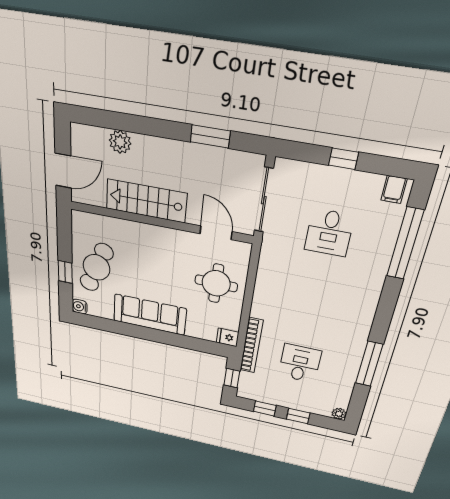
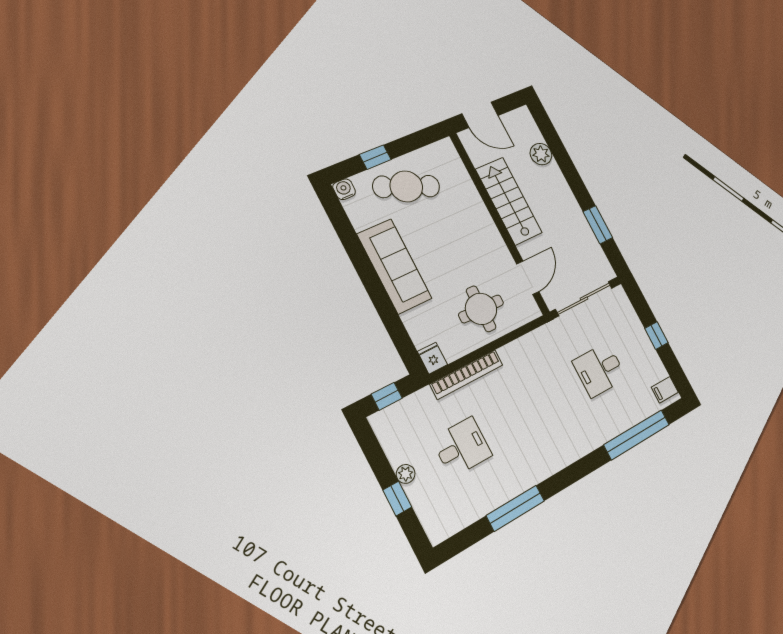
bookcase: (251, 346) -> (467, 374), moved
window: (265, 408) -> (377, 458), removed
plant: (339, 414) -> (406, 474), moved

